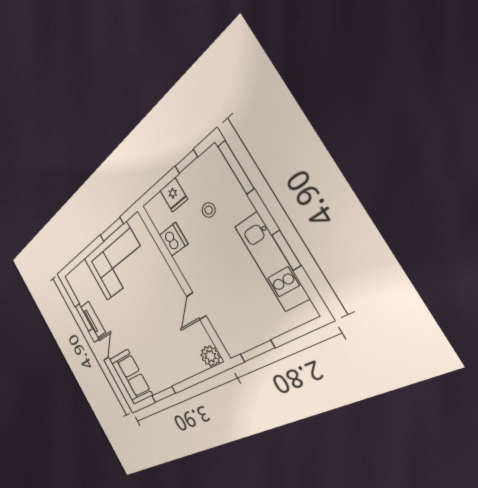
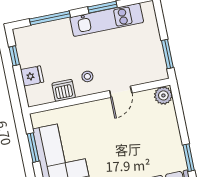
window: (236, 167) -> (50, 18), moved
stool: (209, 210) -> (87, 76), moved
door: (196, 306) -> (121, 92), hinge flipped

